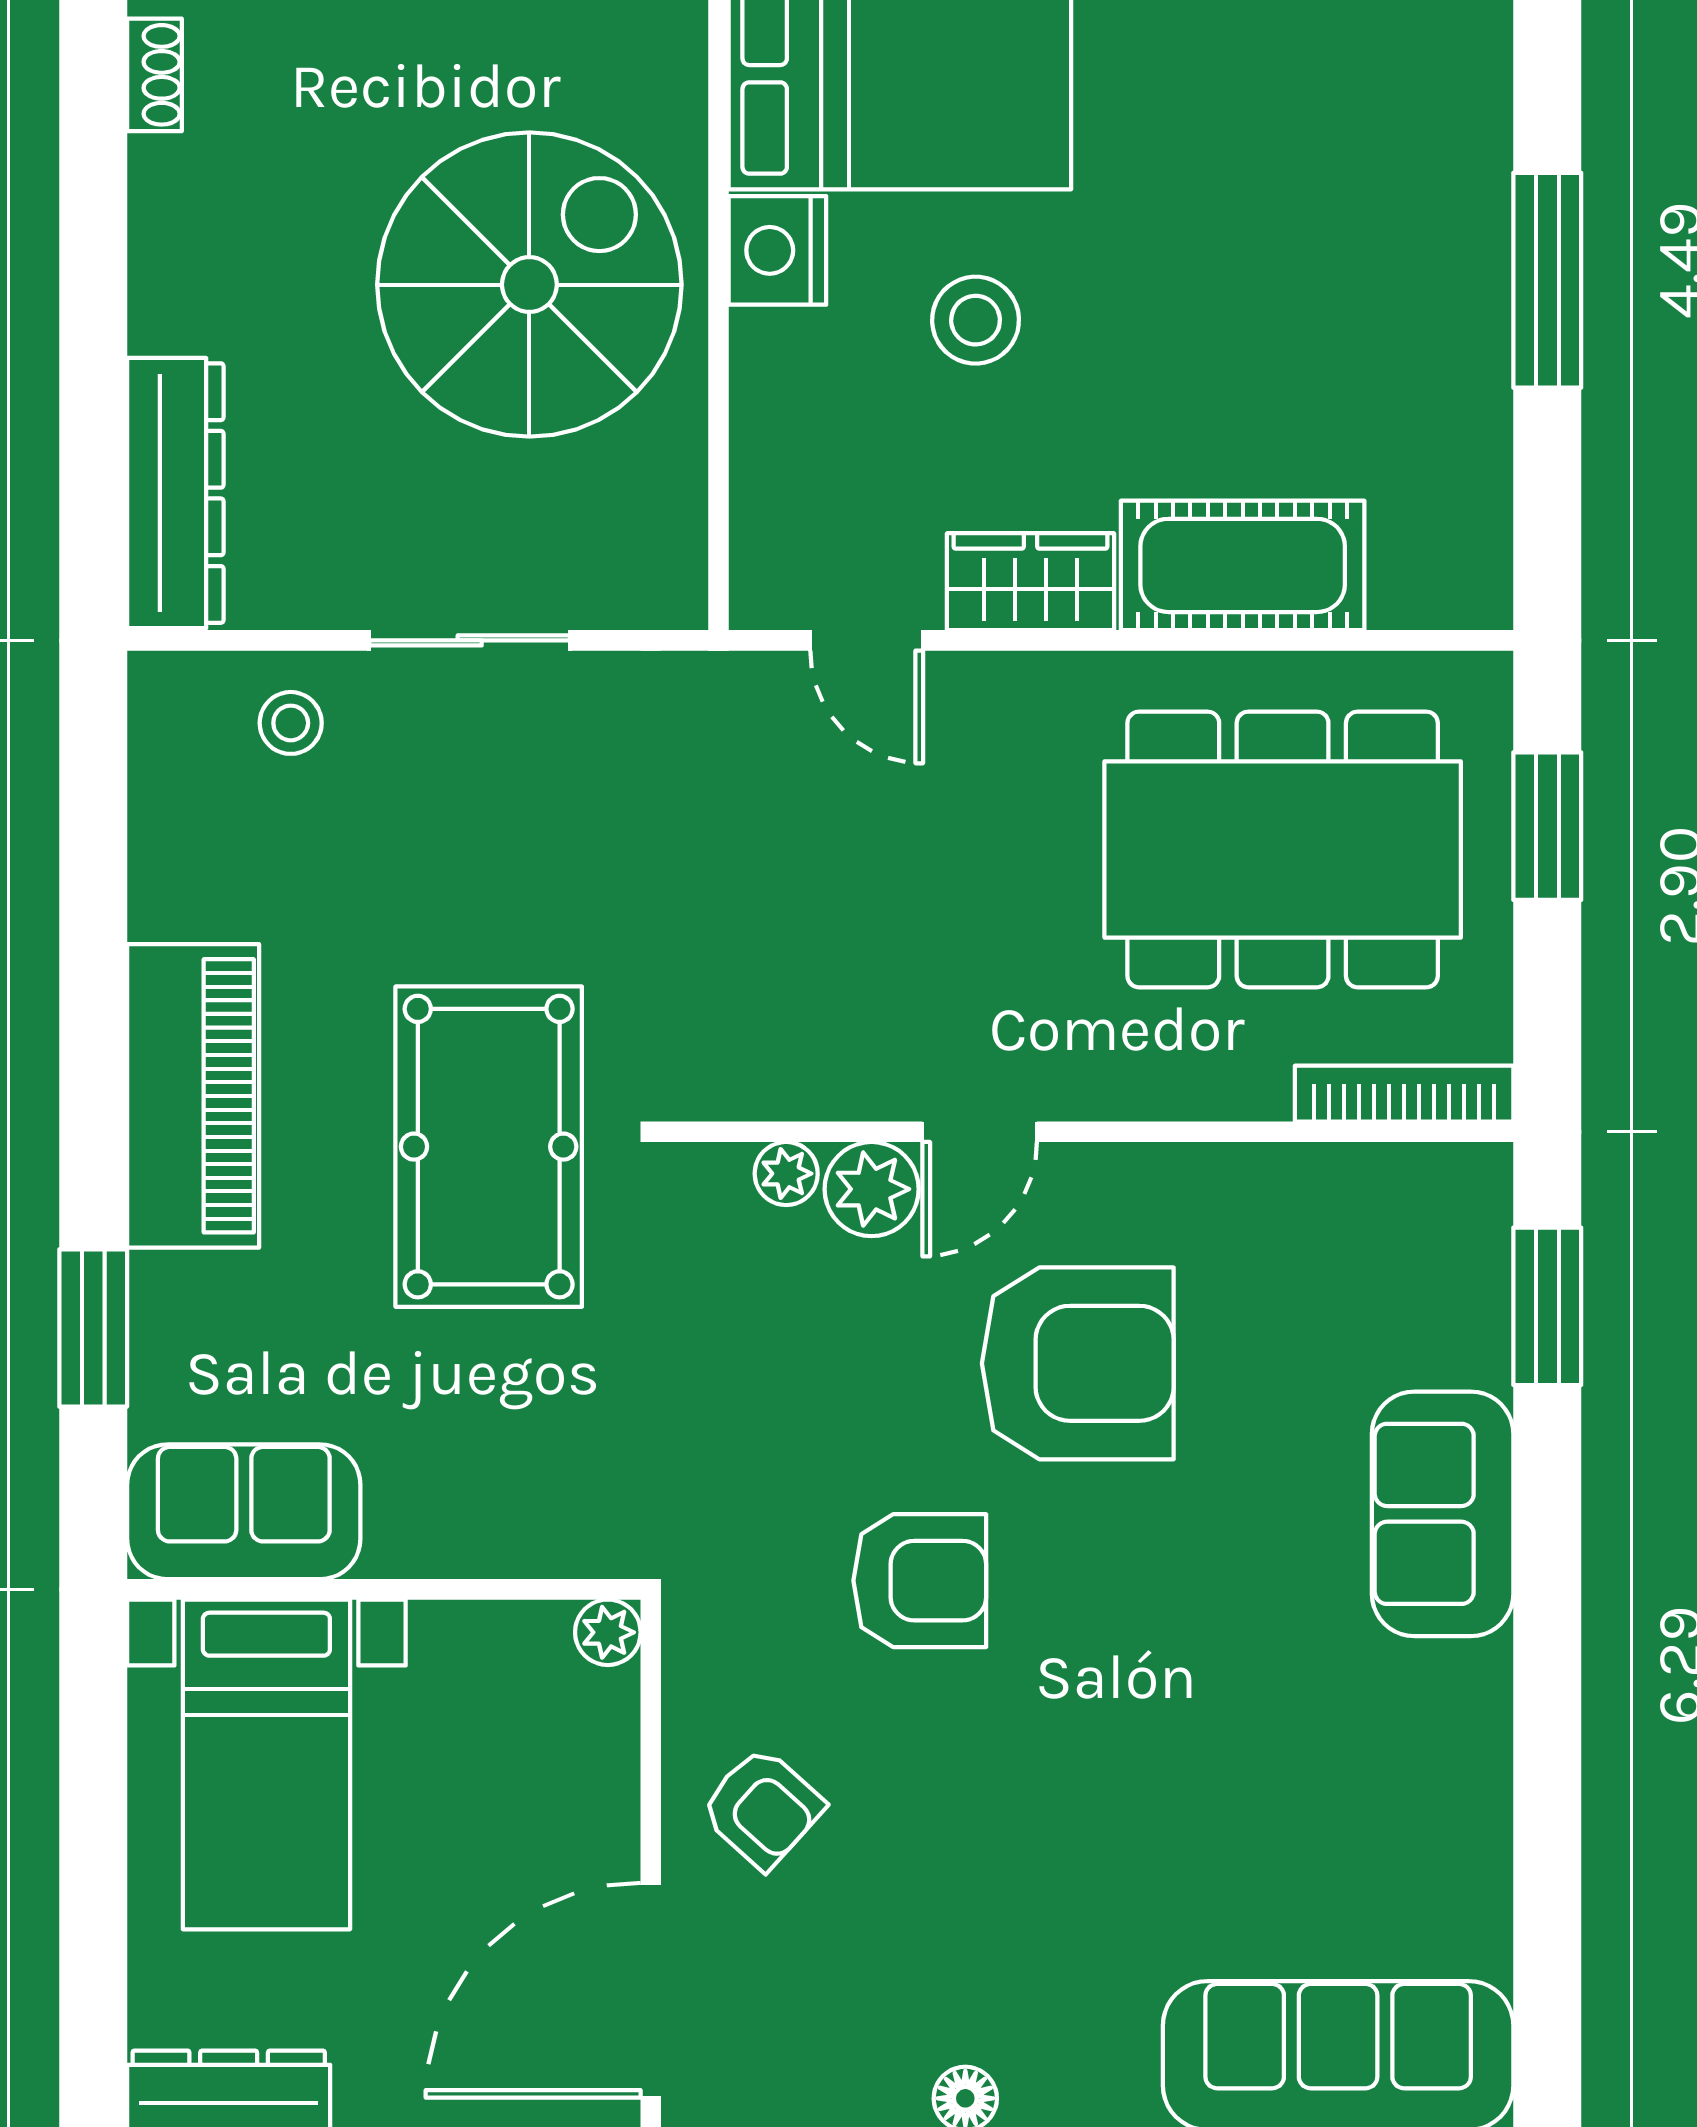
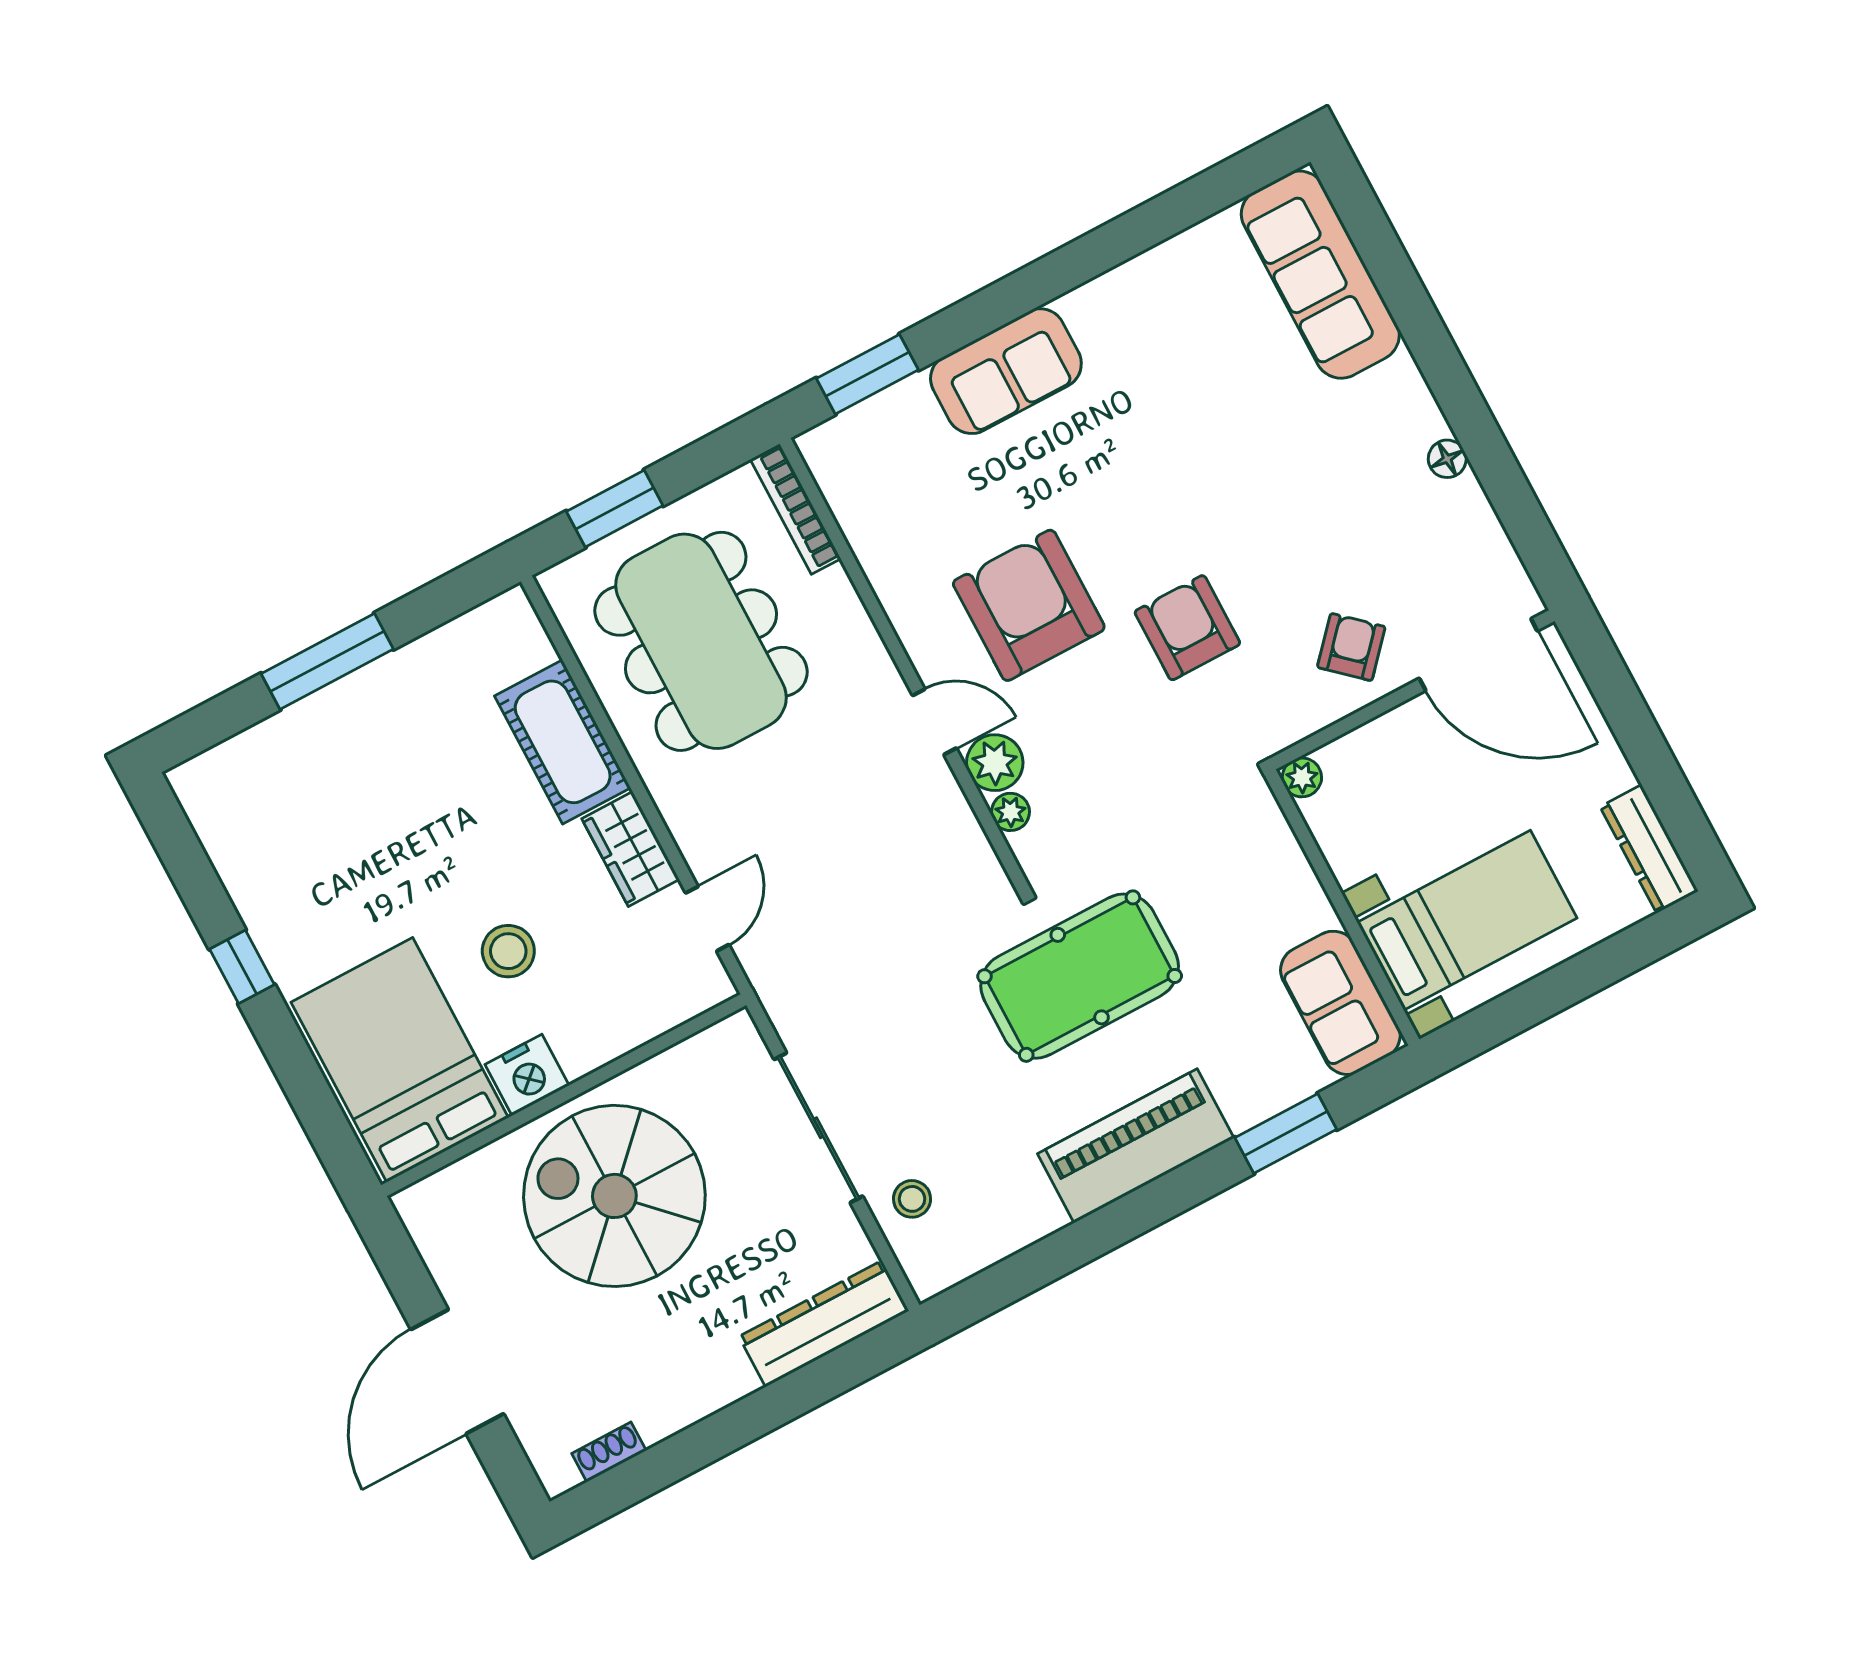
sliding door: (470, 640) -> (818, 1128), width x1.37

